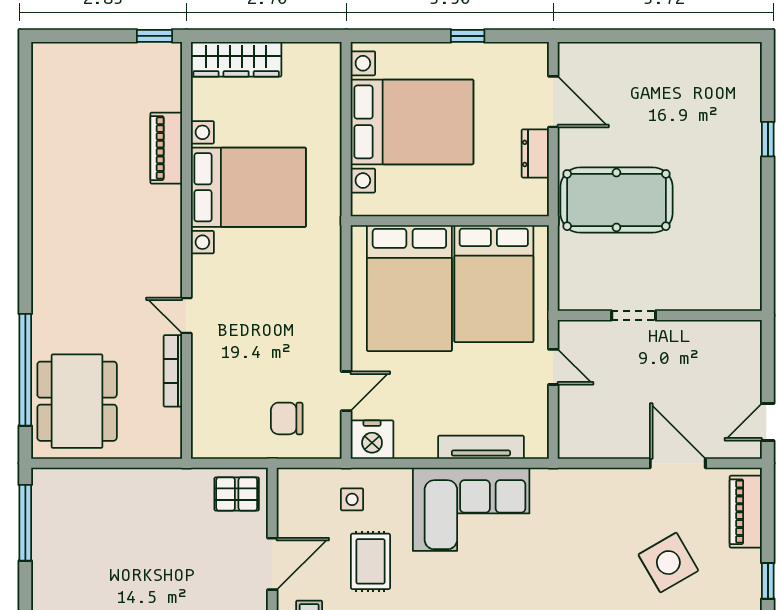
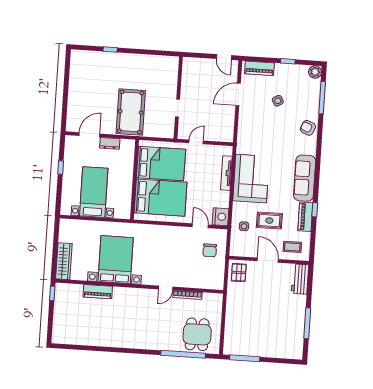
bed with nightstands: (412, 122) -> (94, 192), width x0.73
dining table: (77, 401) -> (197, 334), width x0.73
side table: (668, 563) -> (278, 101), width x0.54, depth x0.54

